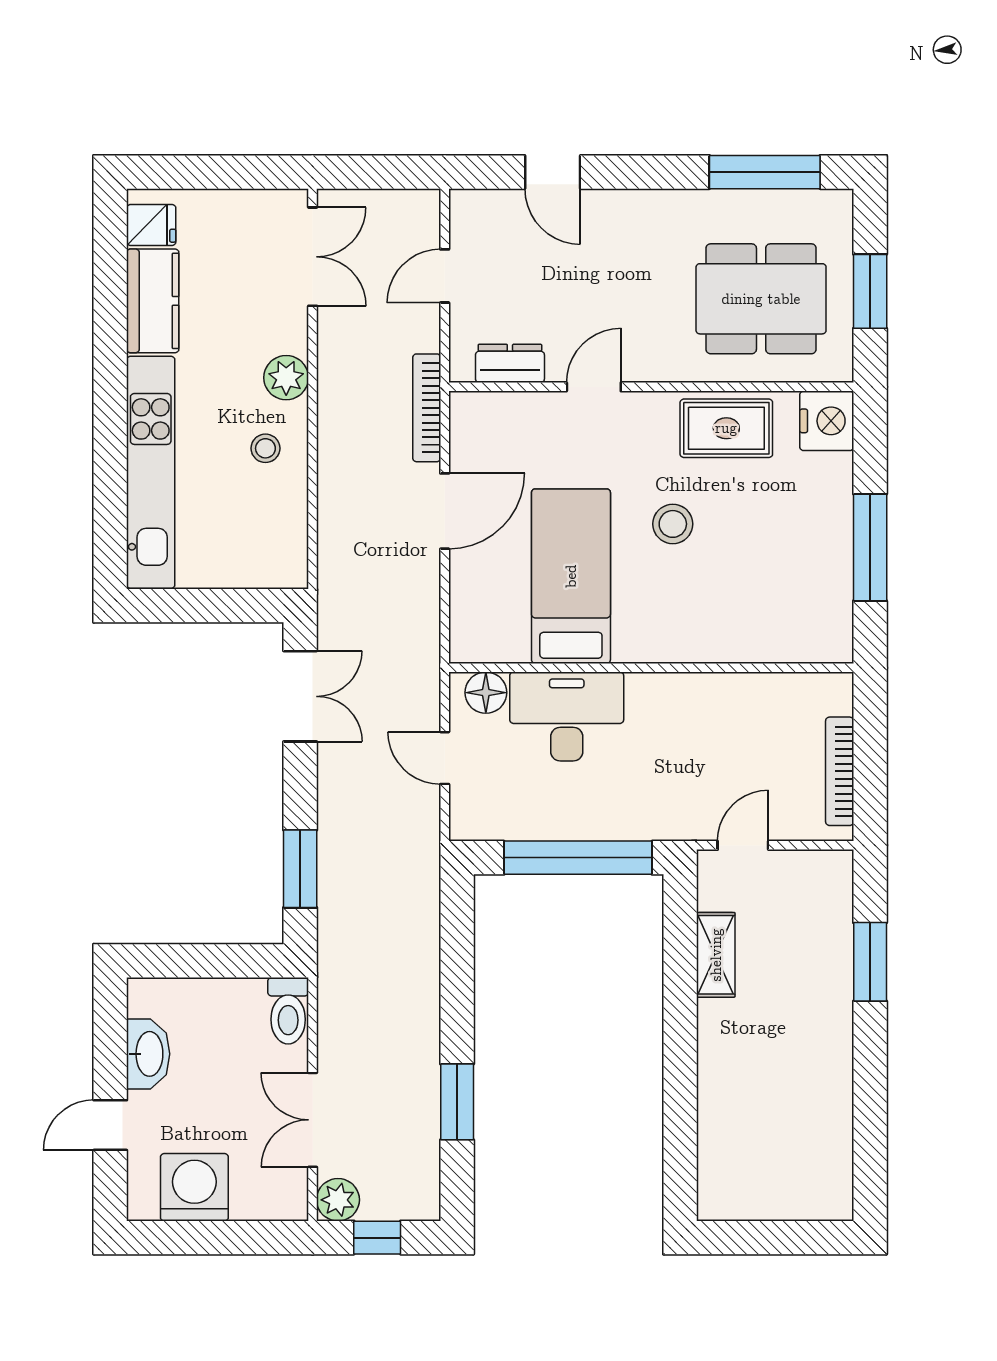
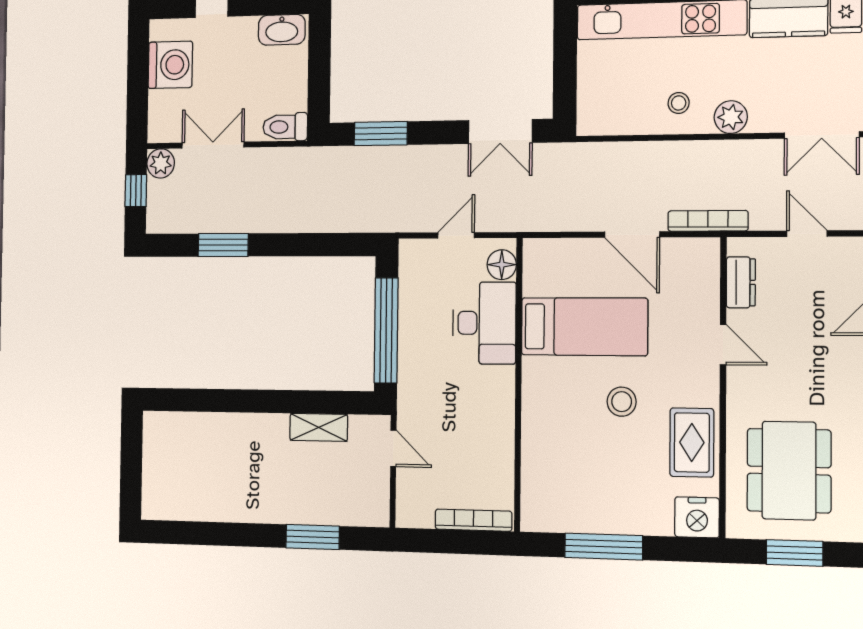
bookcase: (840, 771) -> (473, 520), moved
washbasin: (148, 1054) -> (282, 30), moved

